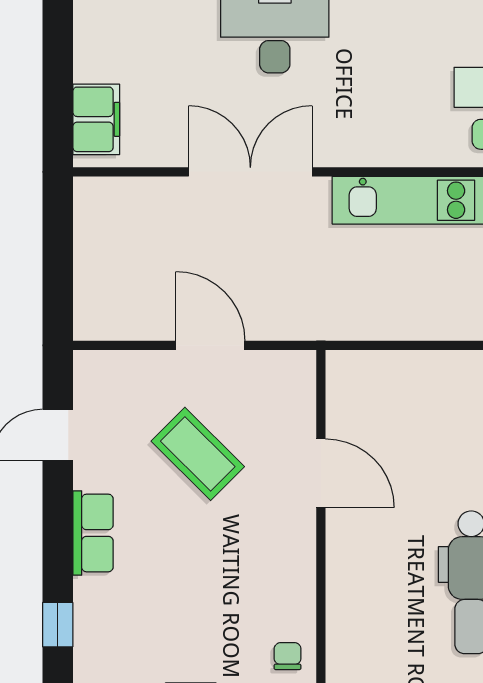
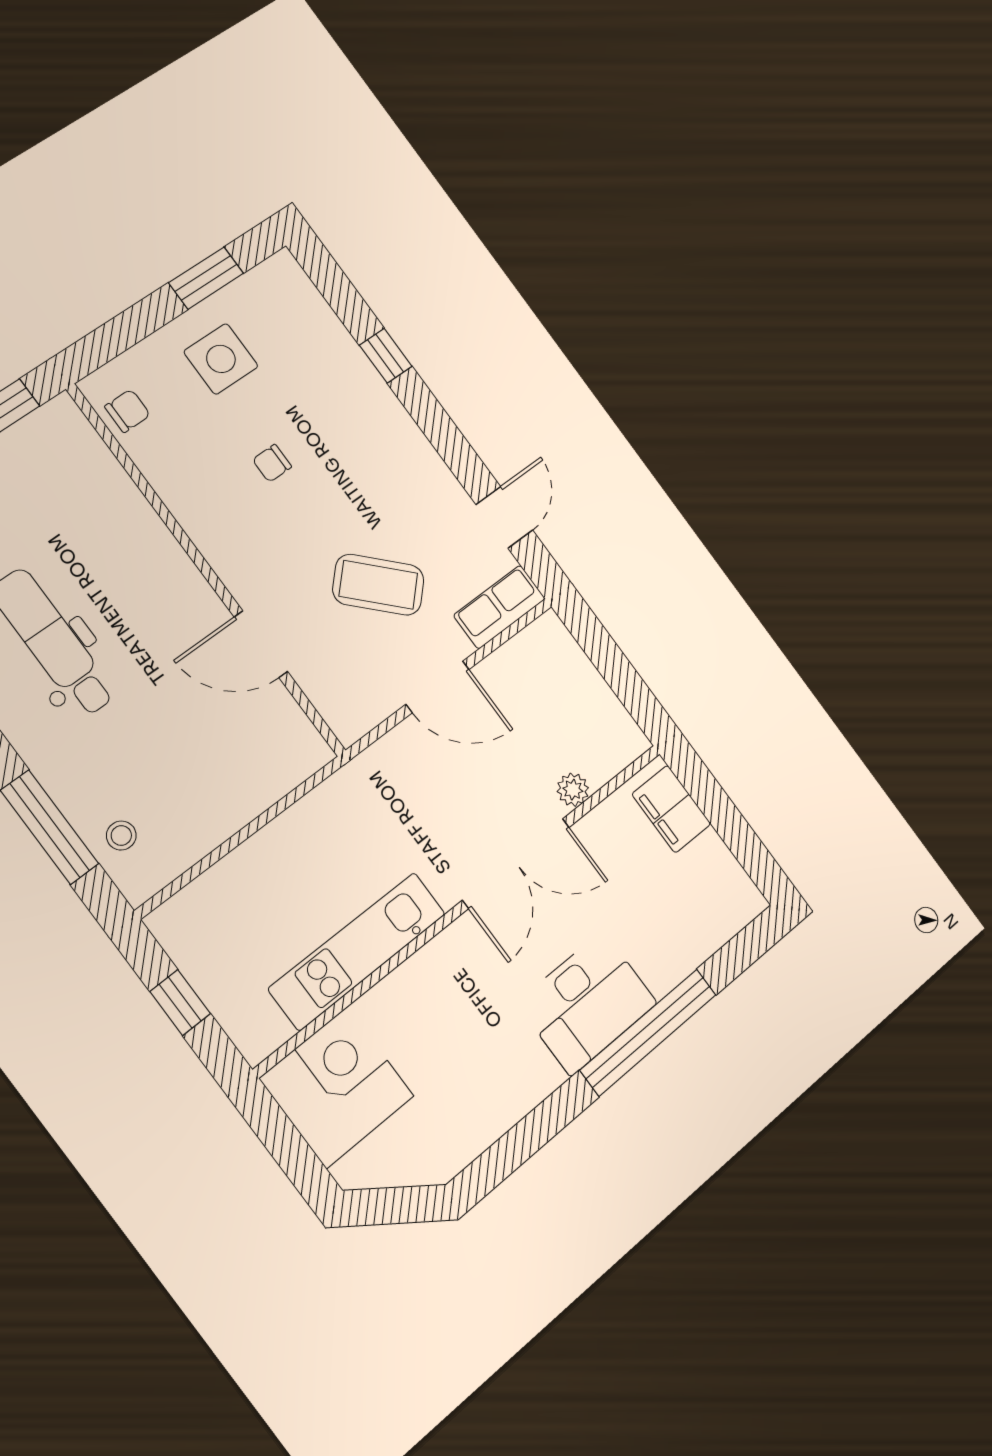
plant: (164, 192) -> (573, 790), added
row of seats: (93, 533) -> (499, 607), moved, turned 90
chair: (288, 656) -> (272, 463), moved, turned 90

